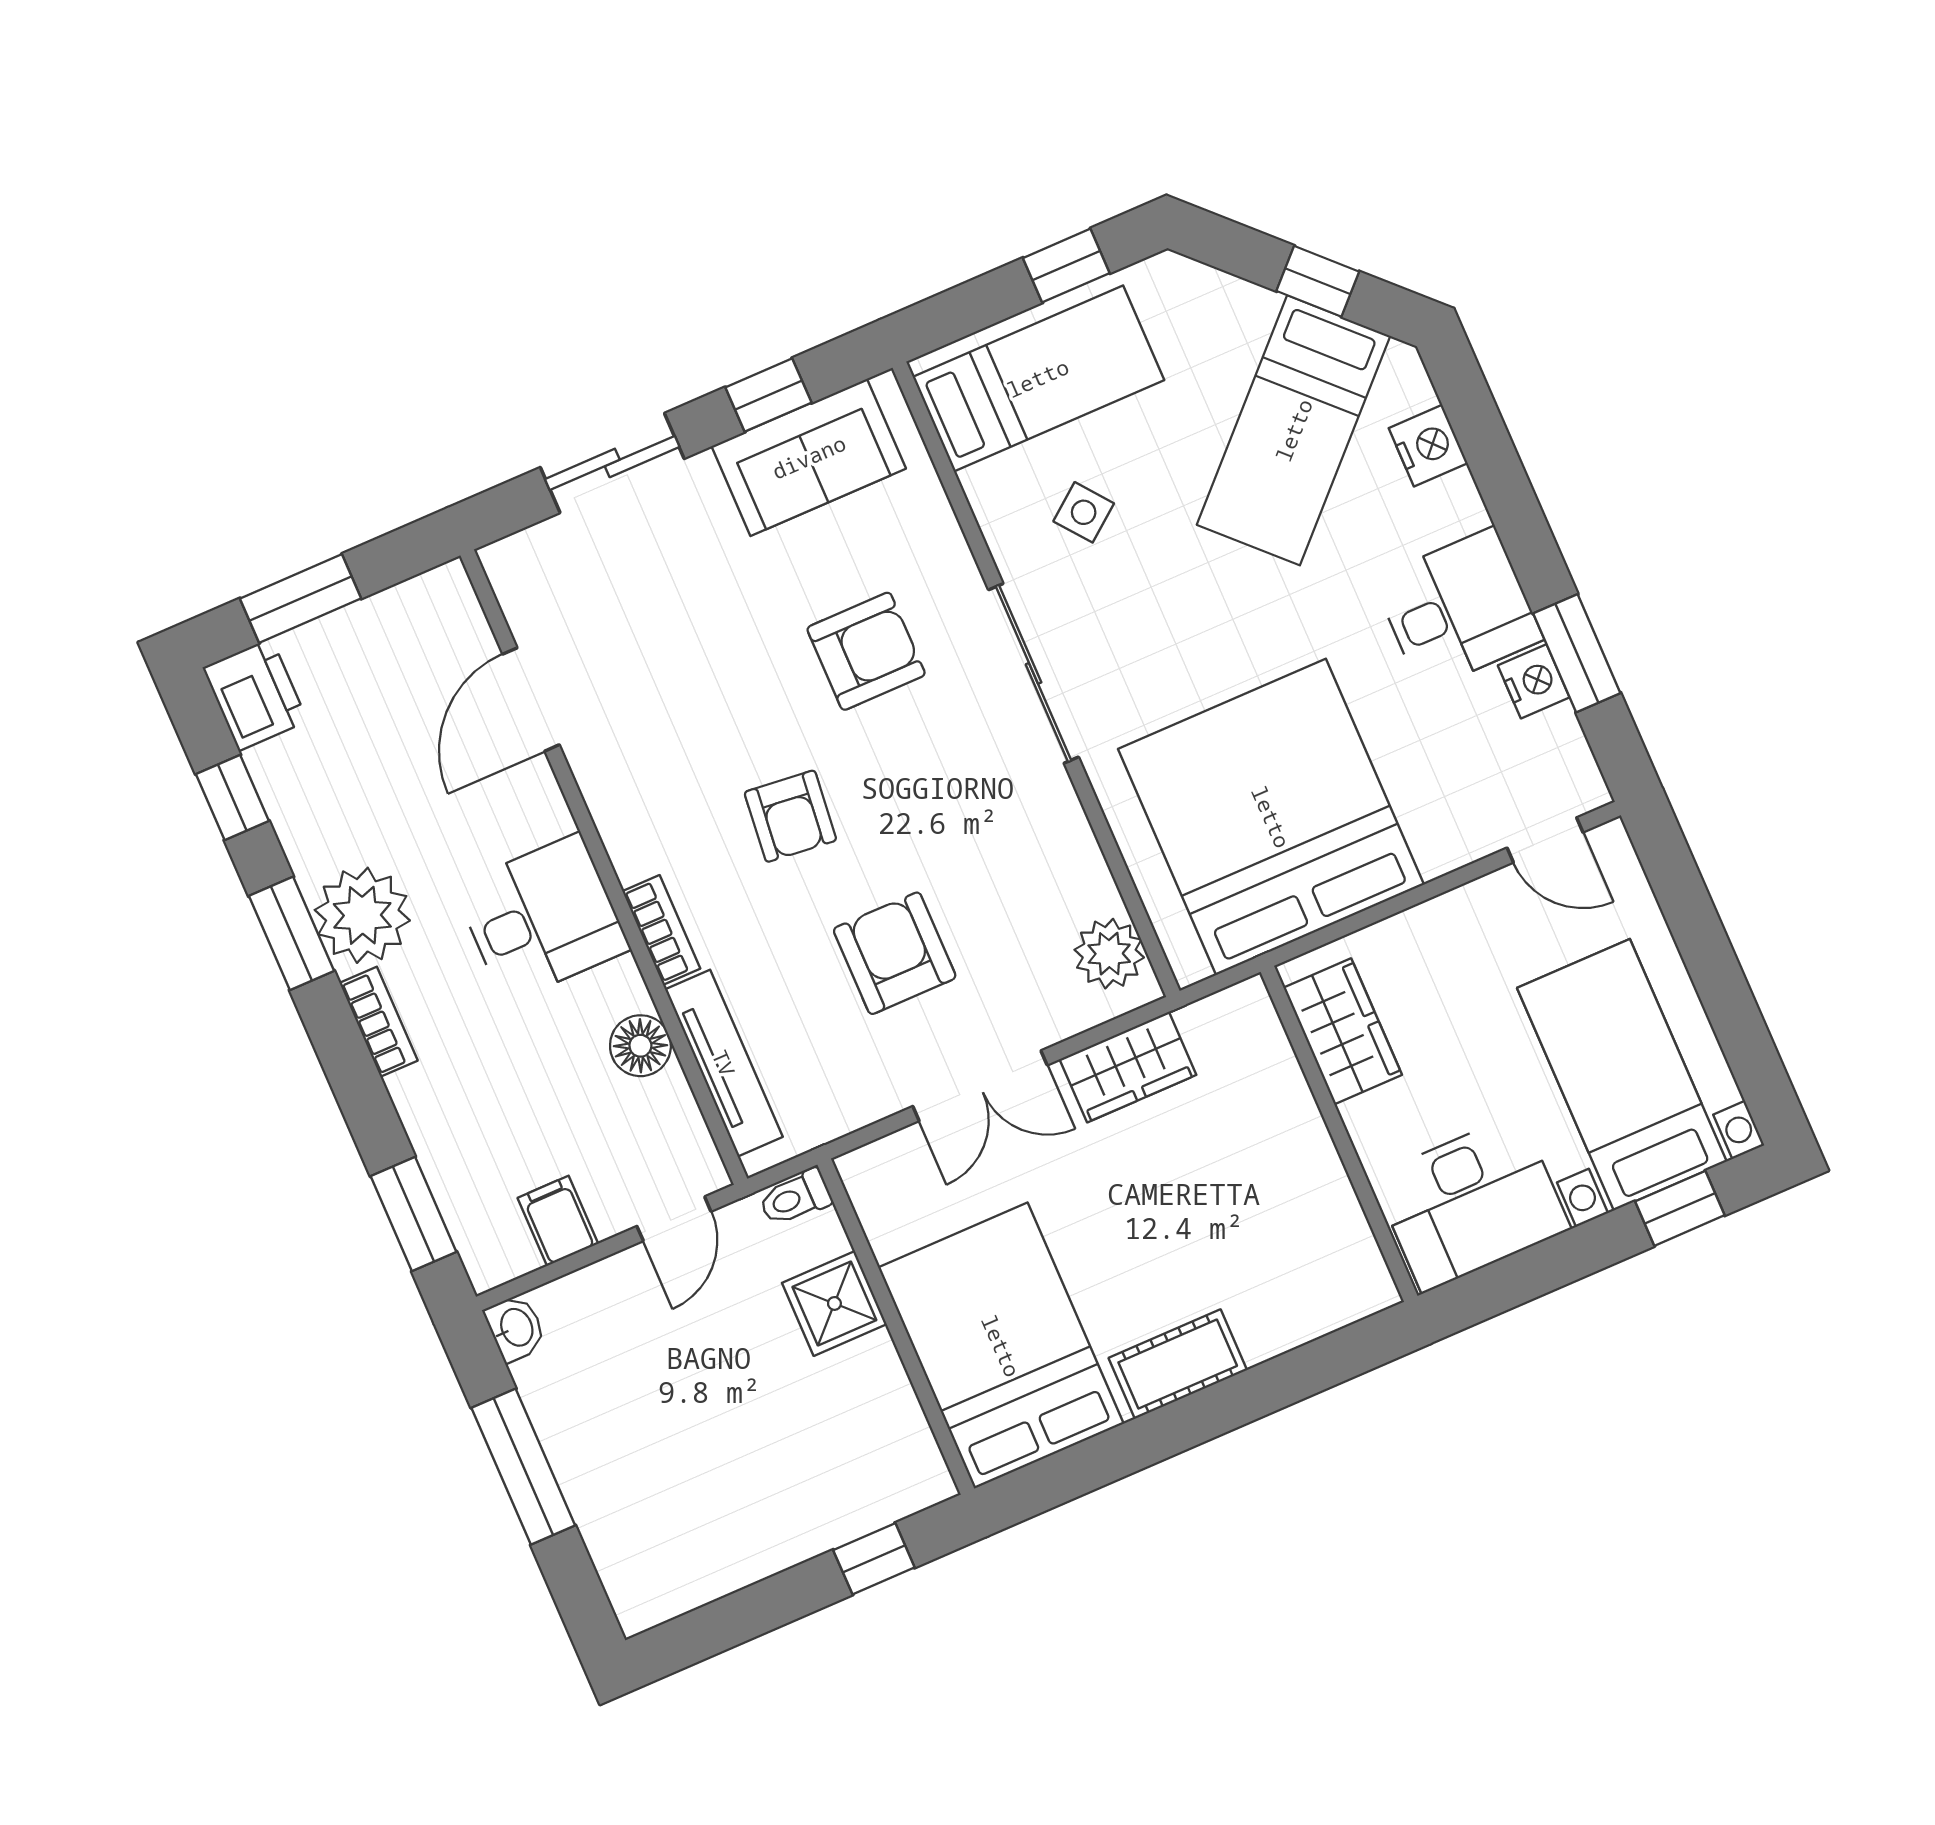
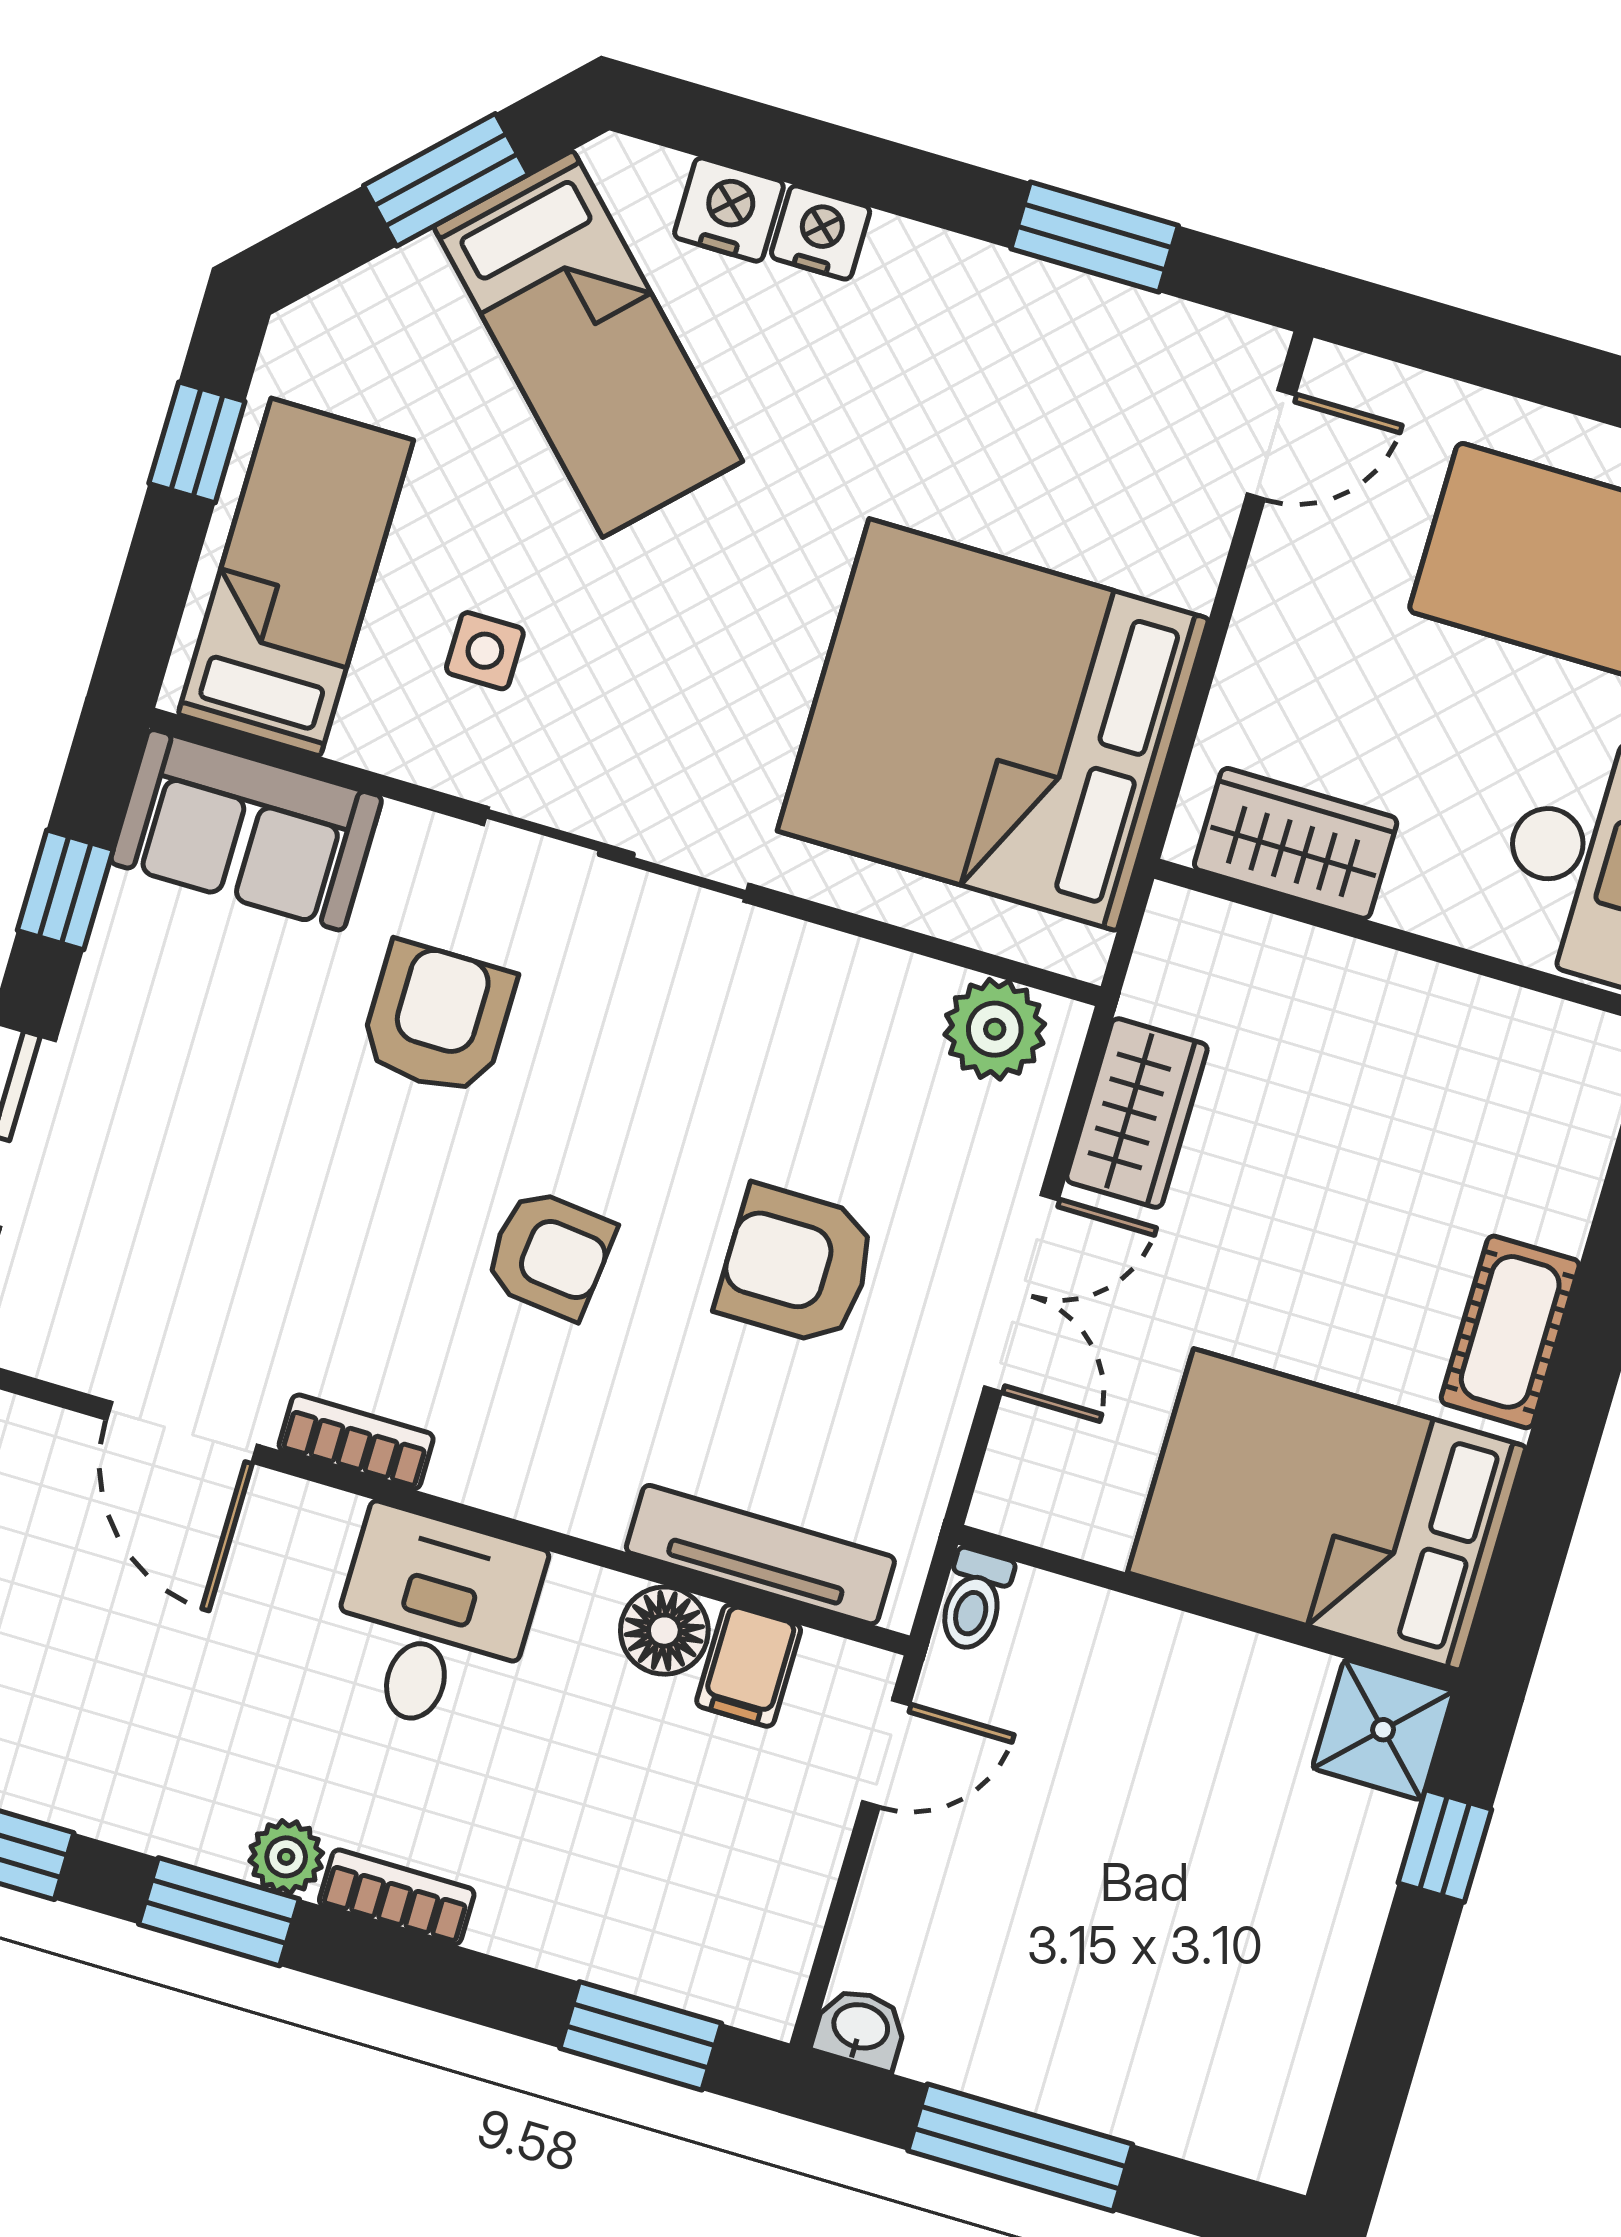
window: (1318, 281) -> (446, 180), width x1.50
sofa: (809, 457) -> (246, 830), moved, turned 90
side table: (1084, 512) -> (485, 651), turned 38
desk: (1458, 609) -> (937, 328), removed
nightstand: (1534, 681) -> (821, 232), moved
plant: (362, 915) -> (286, 1857), width x0.53, depth x0.53
bookcase: (661, 930) -> (356, 1442), moved
door: (674, 1219) -> (886, 1753), hinge flipped
filing cabinet: (558, 1221) -> (749, 1666), moved, turned -90
shower: (834, 1303) -> (1383, 1730), moved

